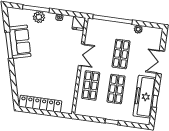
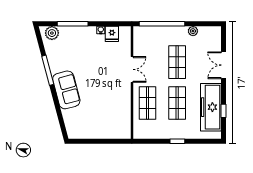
plant: (39, 17) -> (52, 33), moved
fridge: (78, 23) -> (112, 34), moved
sofa: (20, 42) -> (66, 90), moved
locker: (40, 104) -> (93, 132), removed

